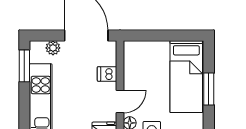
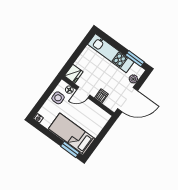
window: (209, 89) -> (70, 149), moved
door: (120, 102) -> (83, 92), hinge flipped

